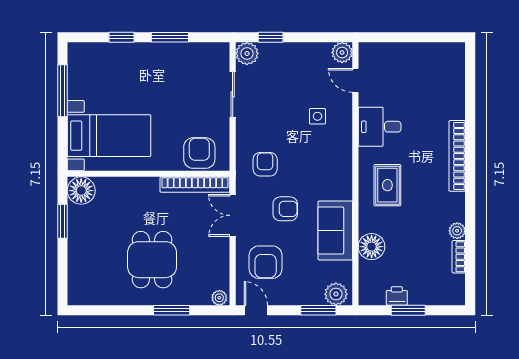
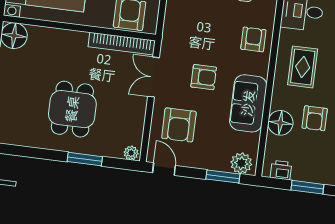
armchair: (265, 164) -> (253, 39), moved
armchair: (407, 237) -> (315, 118), added
printer: (397, 296) -> (281, 170), moved

